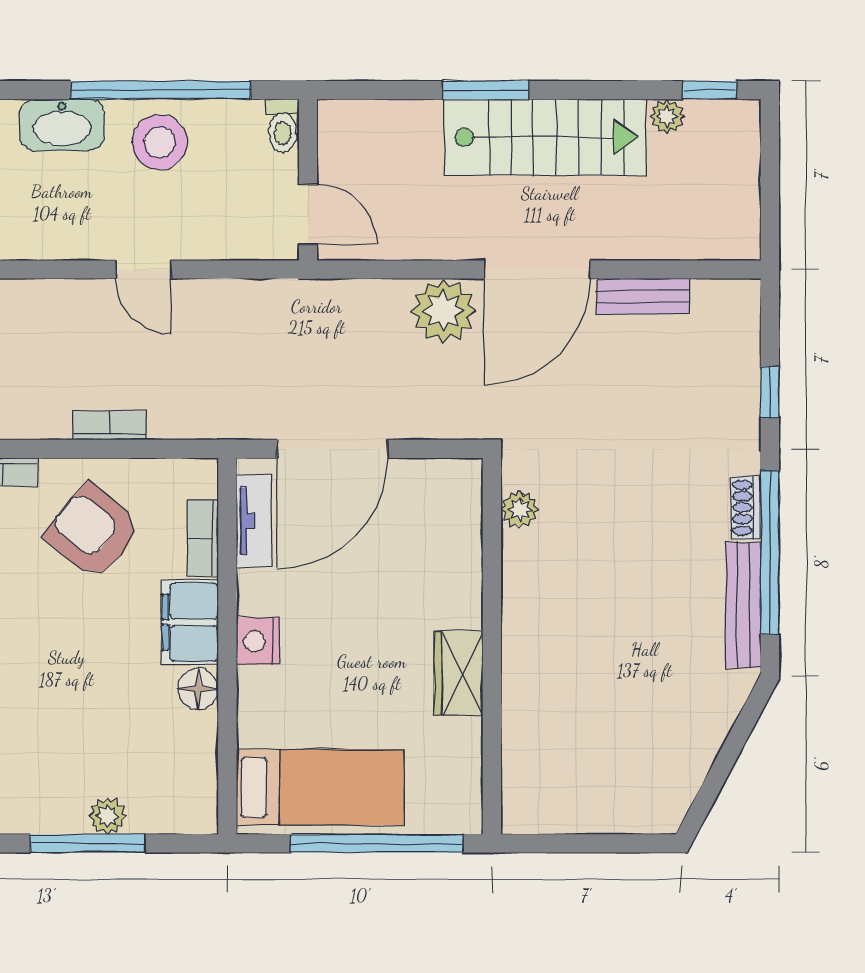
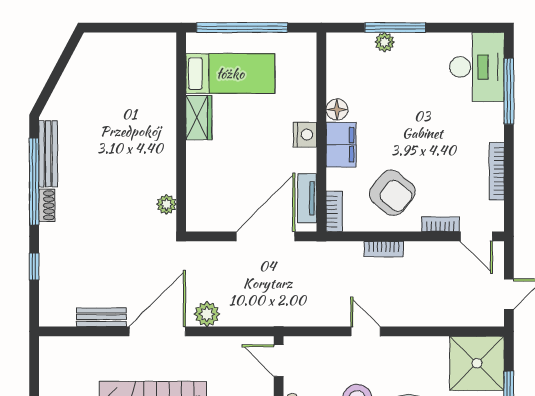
plant: (443, 311) -> (207, 314), width x0.73, depth x0.73
bookcase: (203, 538) -> (334, 211), moved
bed: (320, 787) -> (230, 74), moved, turned 180

